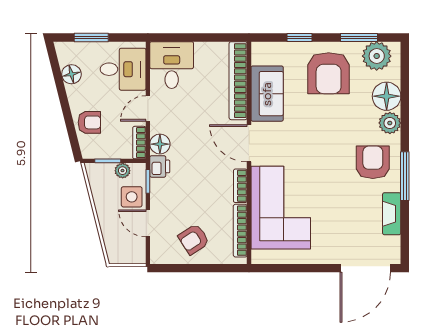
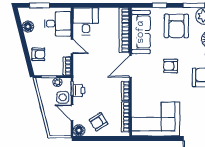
sofa: (267, 94) -> (141, 32), width x1.36
door: (148, 108) -> (72, 46), swing flipped
door: (249, 143) -> (130, 66), hinge flipped
armchair: (319, 143) -> (171, 66), added
floor lamp: (160, 144) -> (79, 130), moved
printer: (160, 166) -> (79, 90), moved
corner sofa: (281, 208) -> (156, 119), moved, turned -90

